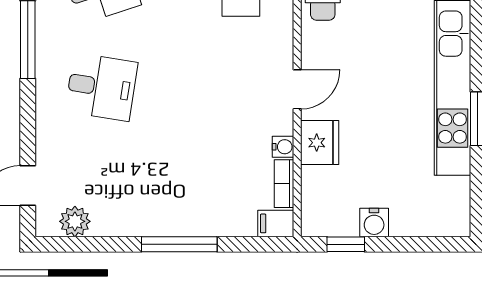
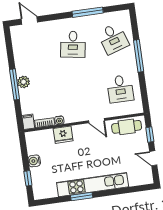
door: (297, 89) -> (97, 121), moved
plant: (75, 221) -> (23, 82), moved
window: (346, 244) -> (28, 178), moved

